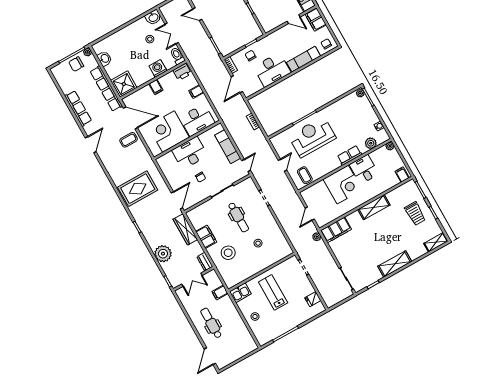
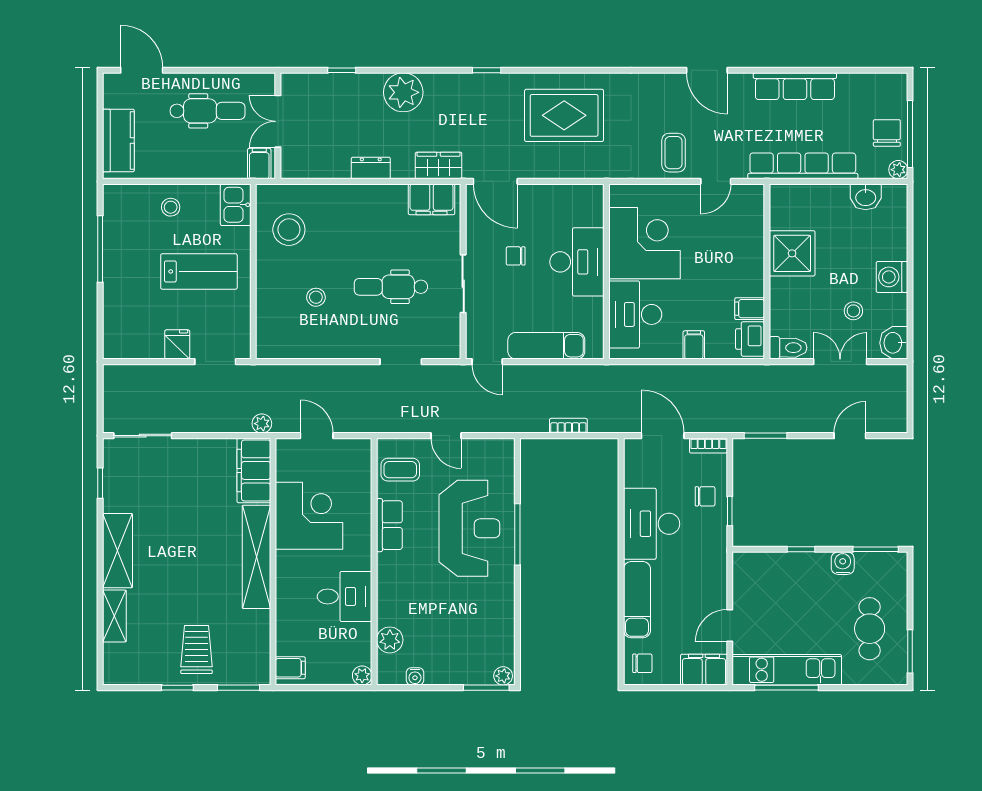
washing machine: (158, 68) -> (892, 277), moved, turned 180
shower: (124, 84) -> (792, 253), moved
filing cabinet: (156, 87) -> (750, 309), moved
door: (130, 118) -> (716, 181), width x0.53
row of seats: (350, 155) -> (389, 525), moved
corner desk: (343, 185) -> (309, 516), moved, turned 180
rug: (138, 189) -> (564, 115), turned 90
shelving: (374, 207) -> (256, 557), width x1.47
trolley: (415, 214) -> (196, 650), turned 90
wardrobe: (185, 229) -> (439, 165), width x0.67
filing cabinet: (206, 237) -> (432, 199), moved
shelving: (436, 242) -> (114, 616), moved
stool: (228, 253) -> (289, 230), moved
dresser: (205, 262) -> (371, 168), moved
wall: (194, 279) -> (278, 126), moved
double door: (192, 280) -> (278, 121), moved
fridge: (313, 299) -> (177, 344), moved
kitchen counter: (241, 350) -> (118, 141), added

